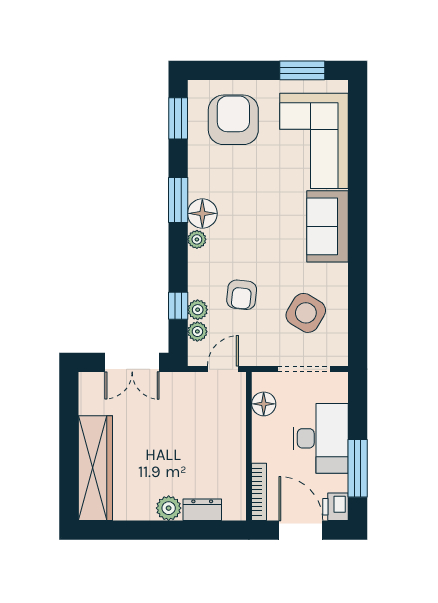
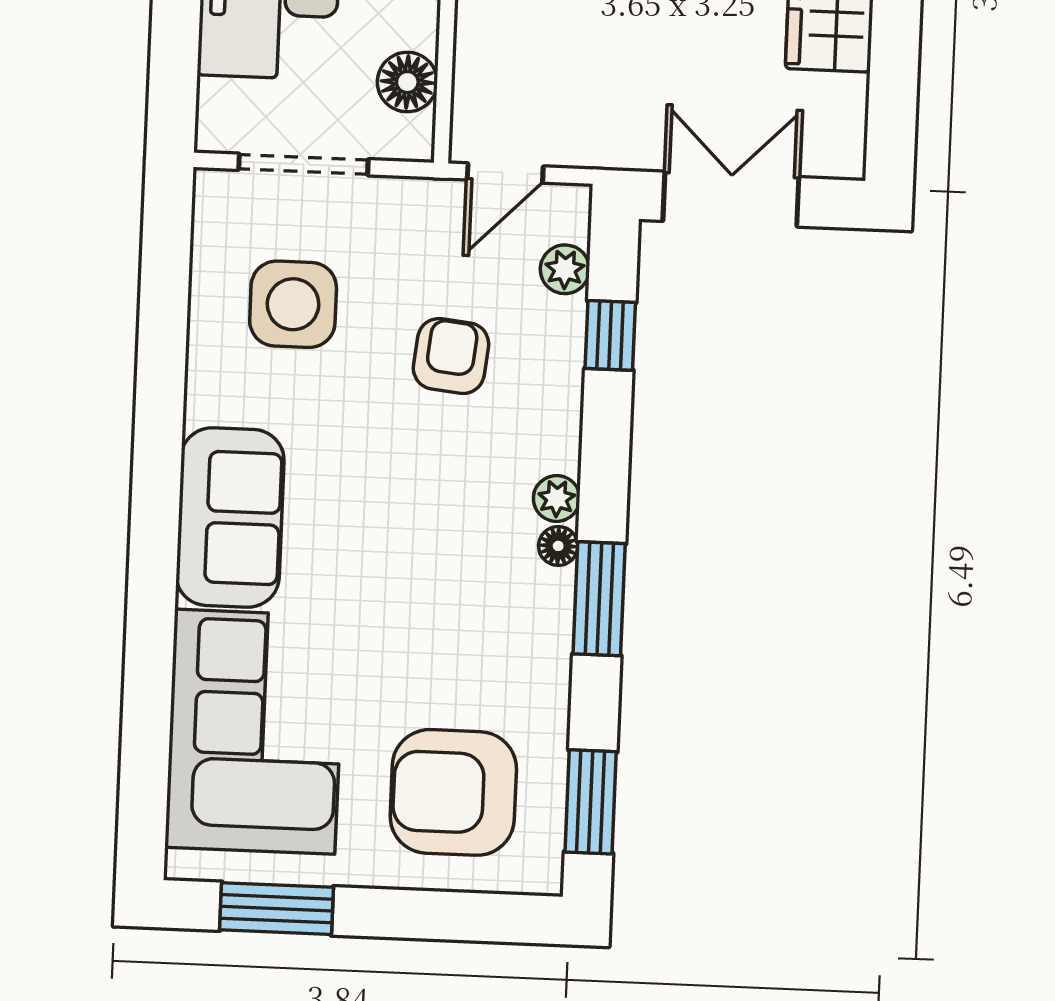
armchair: (233, 120) -> (453, 792), turned 90
floor lamp: (202, 213) -> (558, 546), width x0.53, depth x0.53
plant: (198, 310) -> (562, 323), removed
side table: (306, 313) -> (293, 304), turned -31

